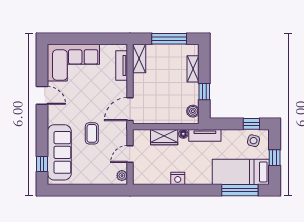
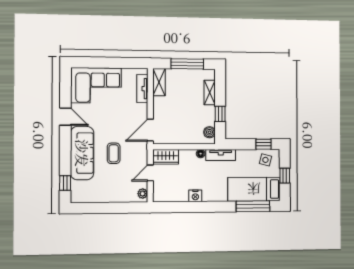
wardrobe: (164, 137) -> (166, 157), moved
sofa: (59, 152) -> (82, 153), moved

